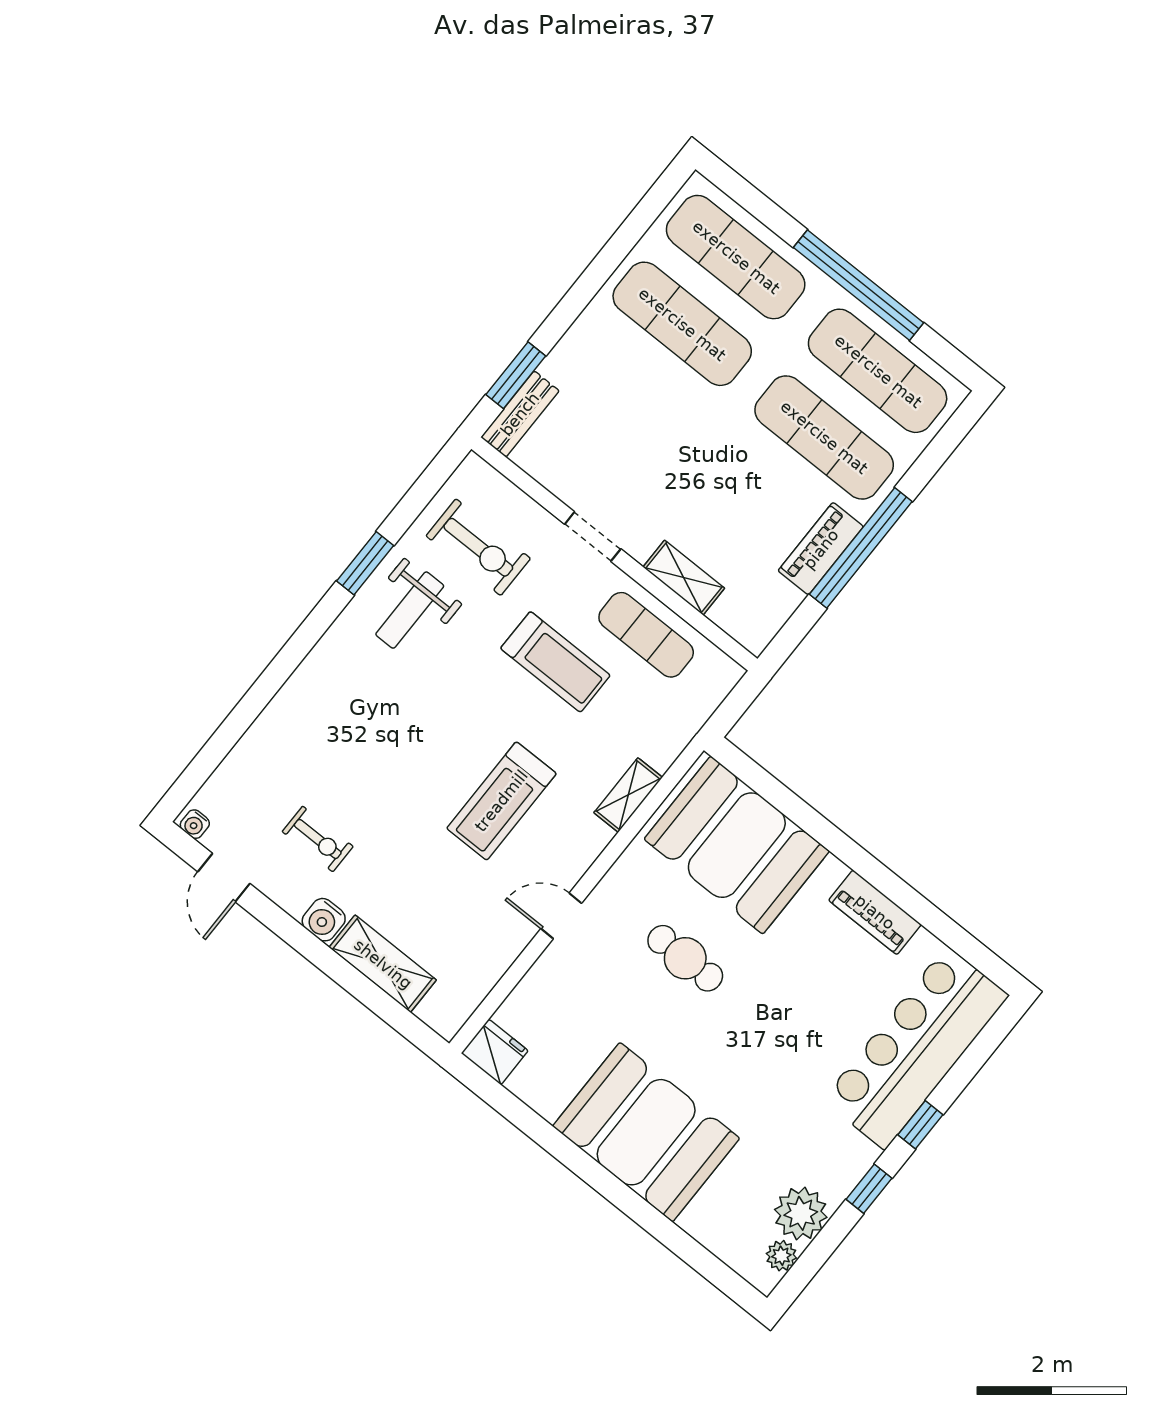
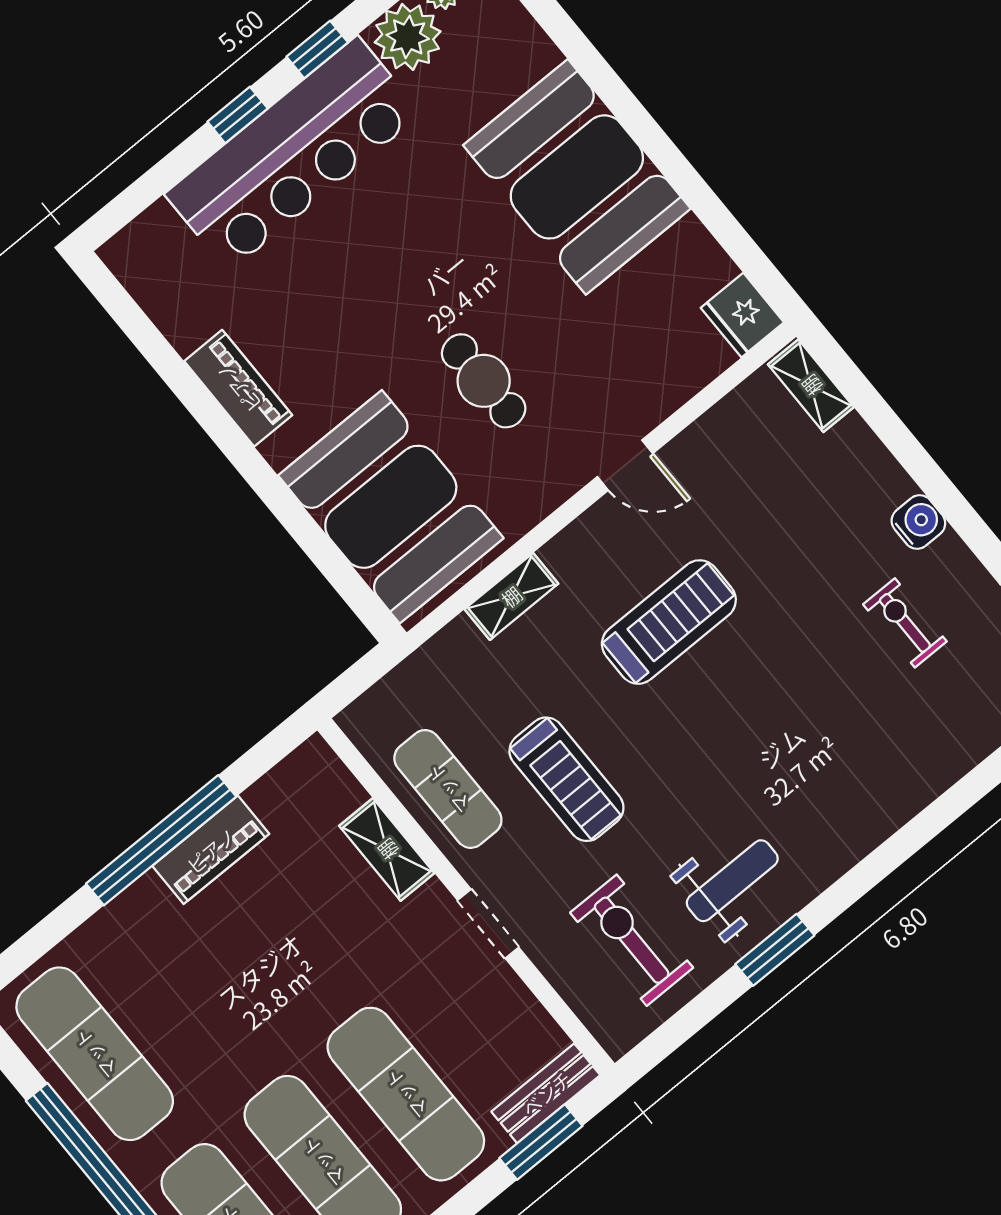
exercise mat: (824, 437) -> (406, 1094), moved
treadmill: (555, 662) -> (566, 779), turned 180
shelving: (383, 964) -> (811, 386), moved, width x0.67, depth x0.75
bar counter: (916, 1048) -> (293, 154), moved

